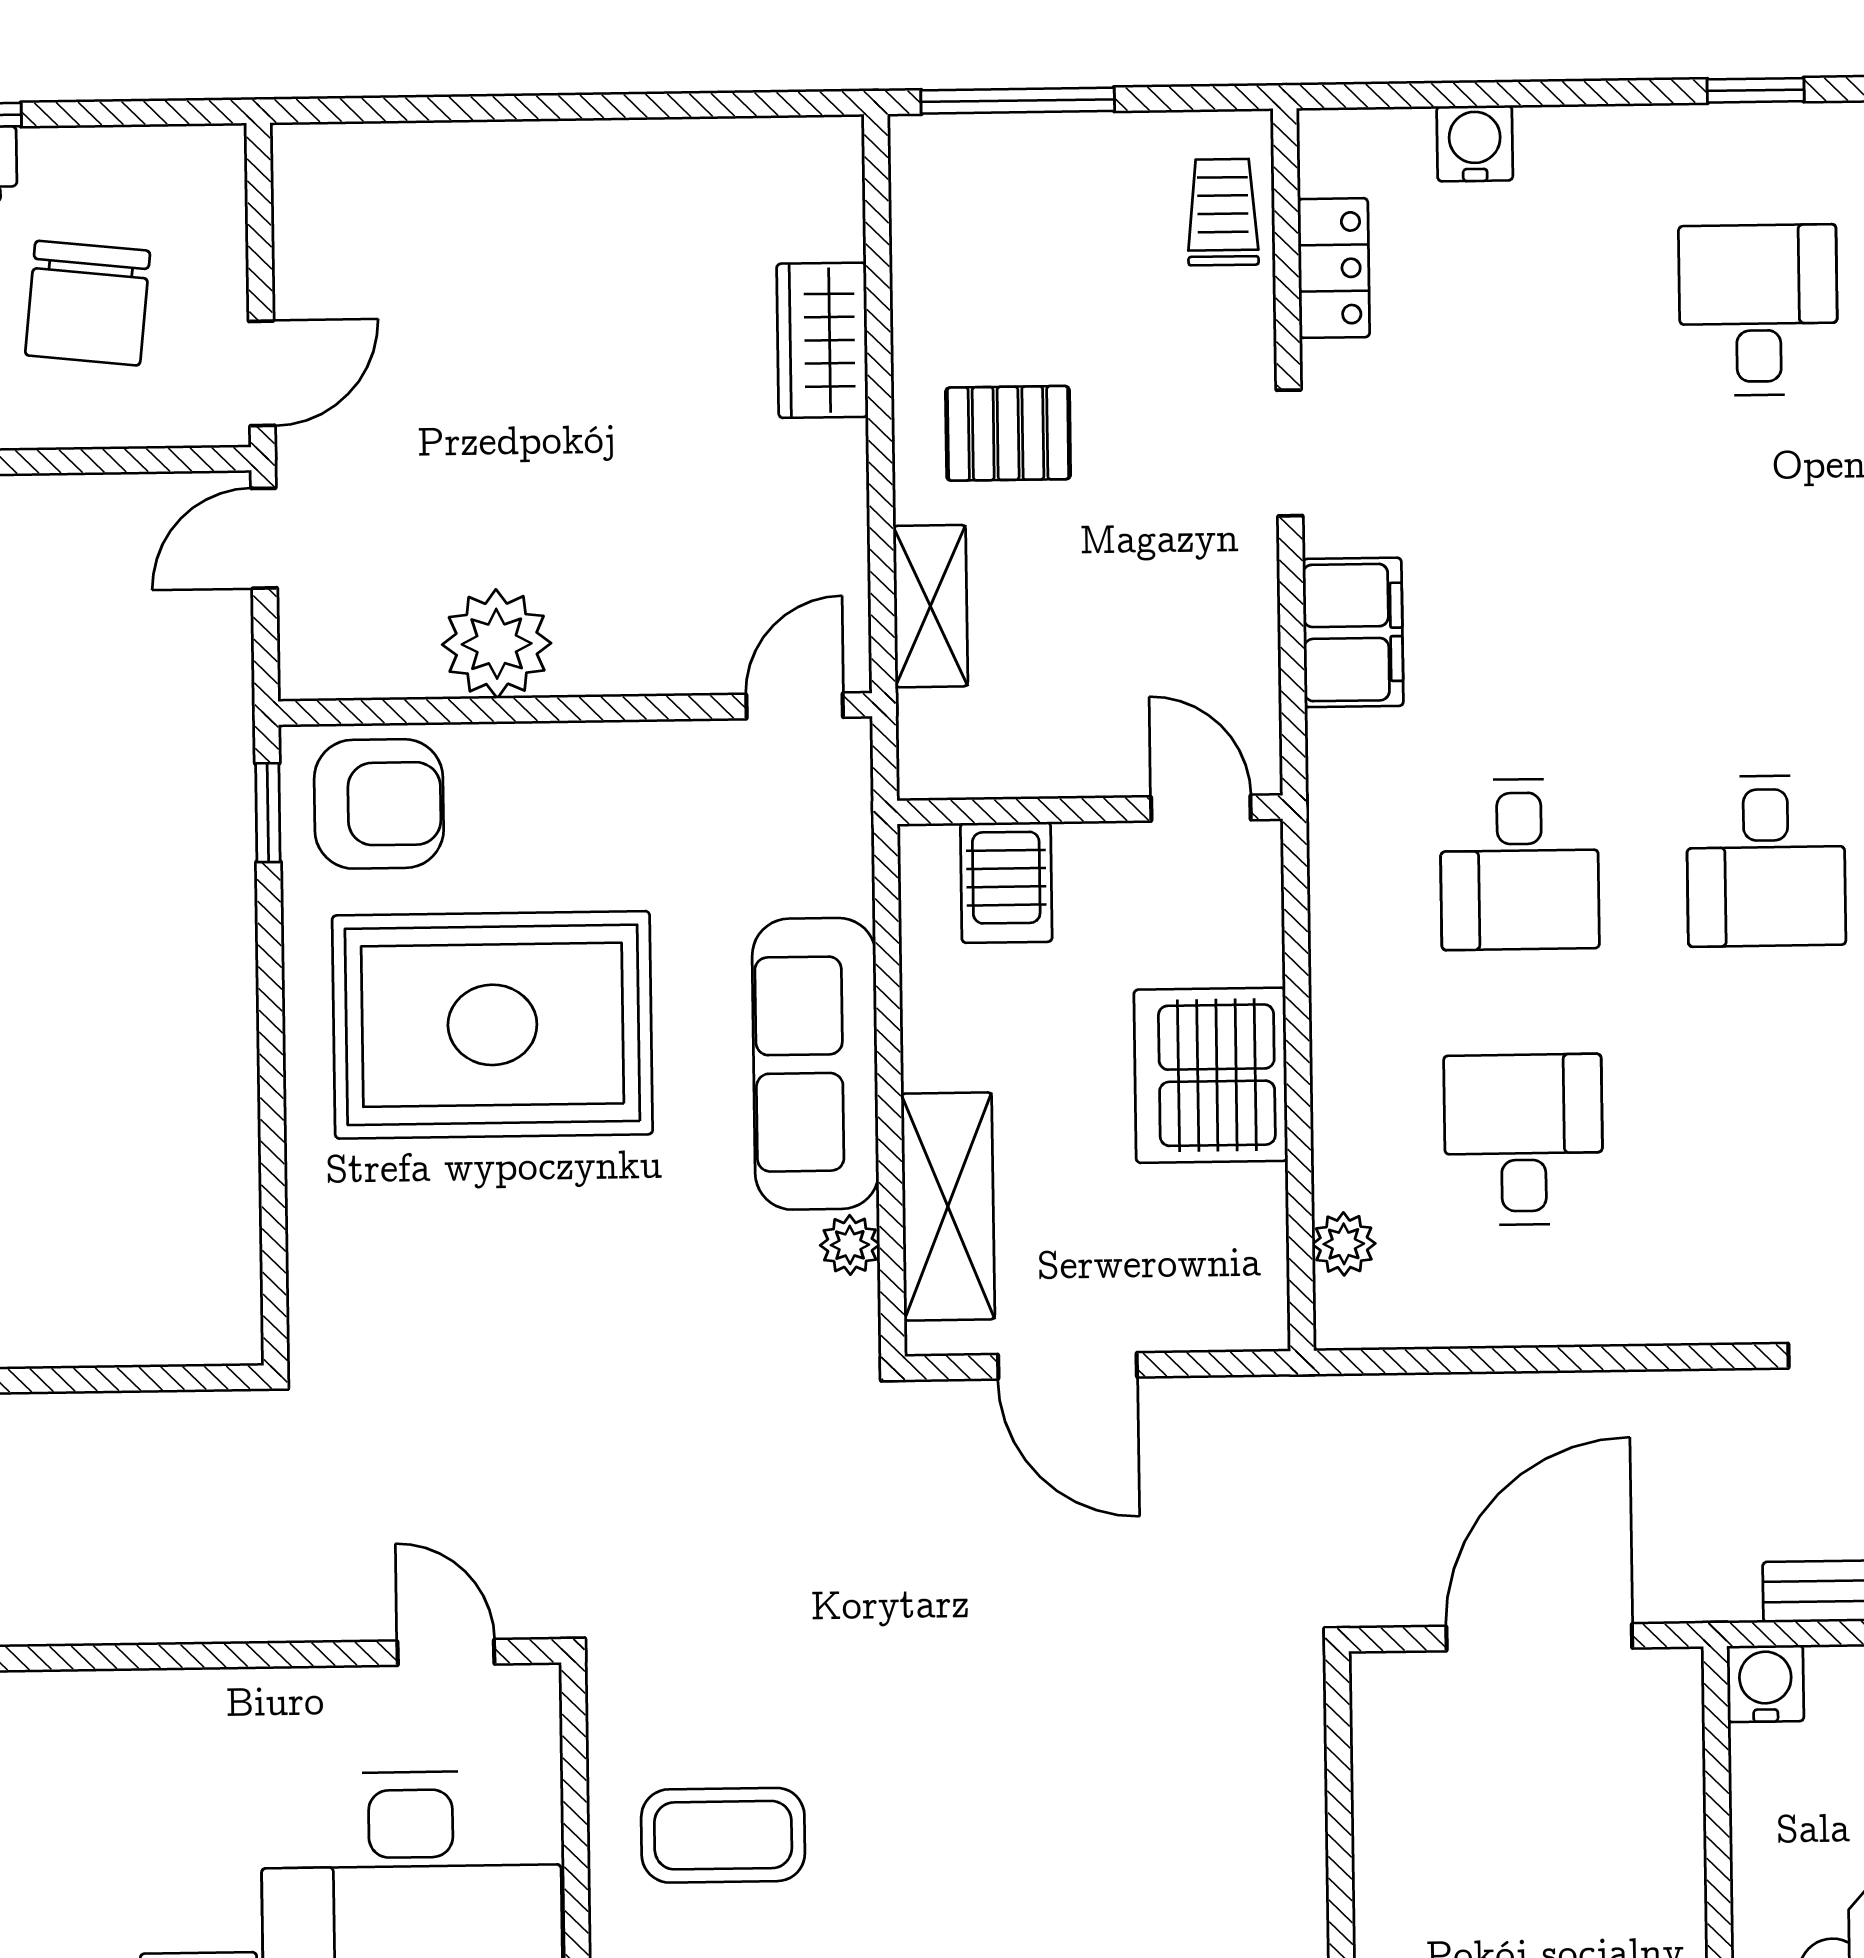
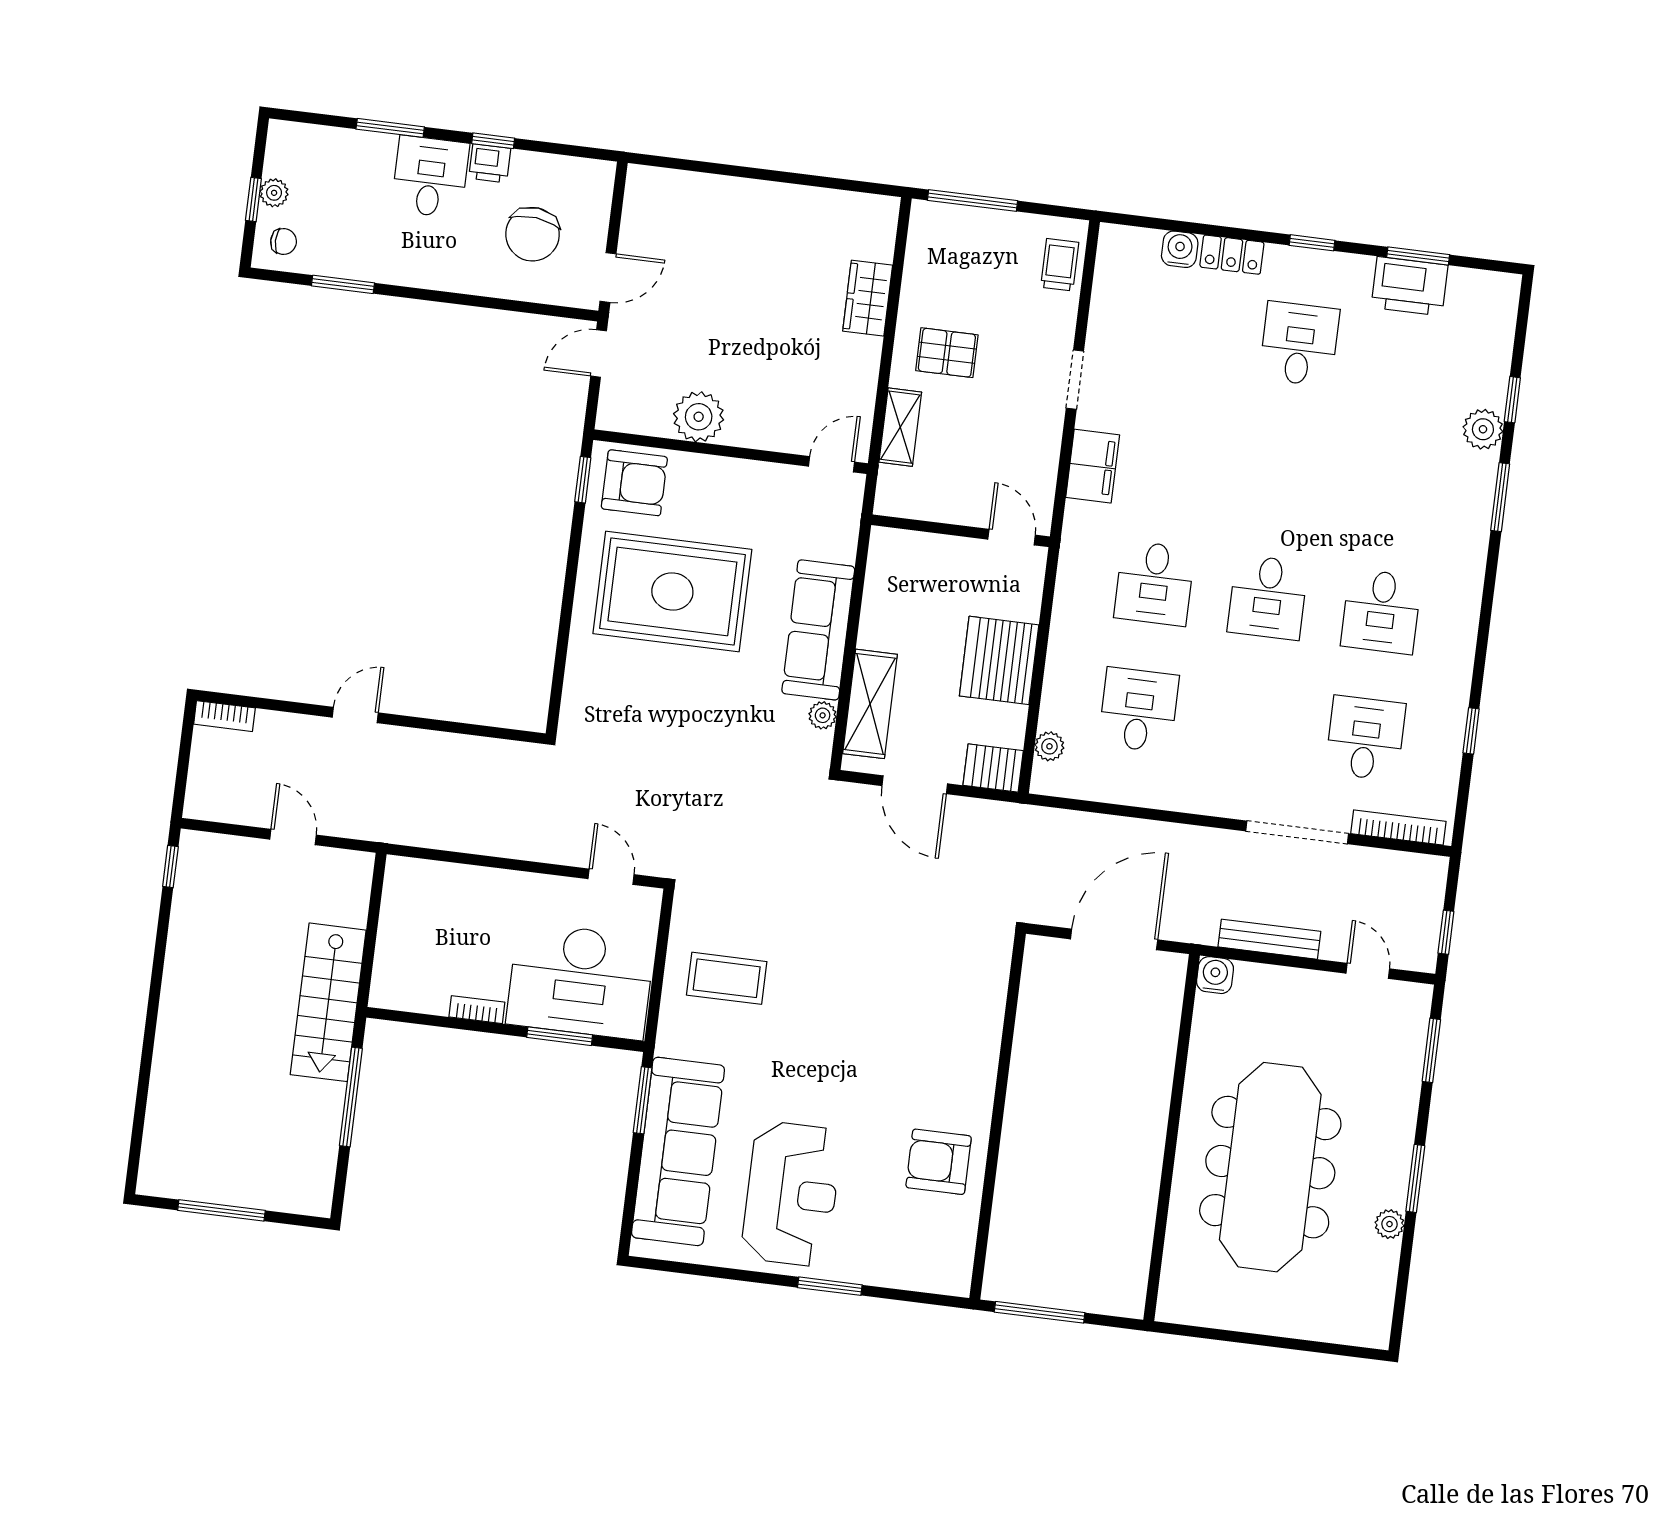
locker: (1334, 268) -> (1232, 255), moved, turned 90
server rack: (1006, 882) -> (993, 768), moved, turned 90

